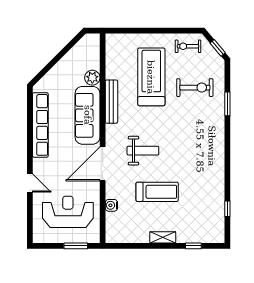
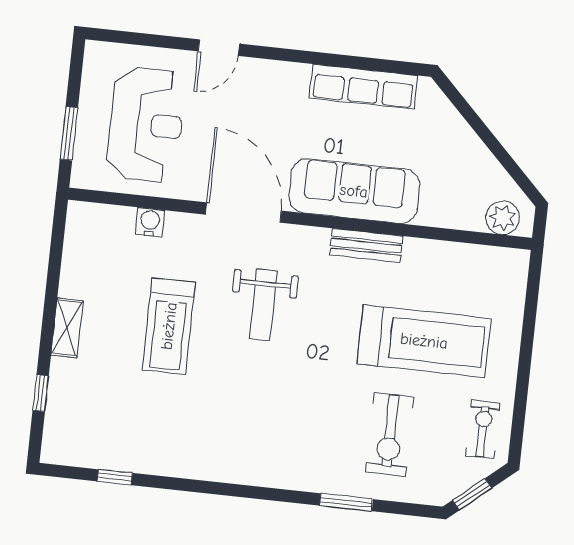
plant: (92, 78) -> (503, 218), moved
bench: (111, 102) -> (366, 246), width x0.73
row of seats: (40, 125) -> (363, 87), width x0.73

